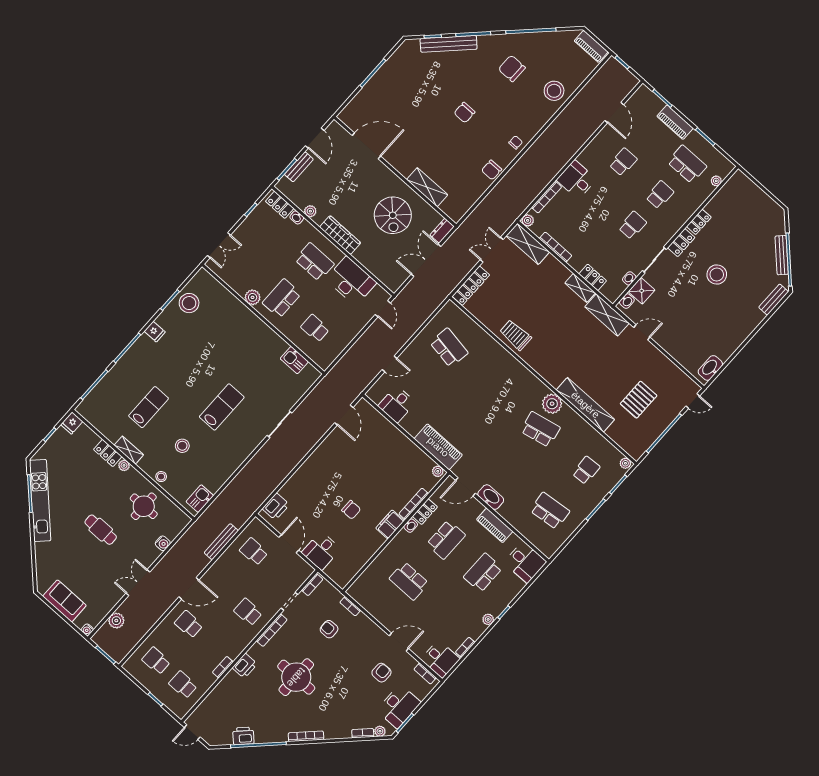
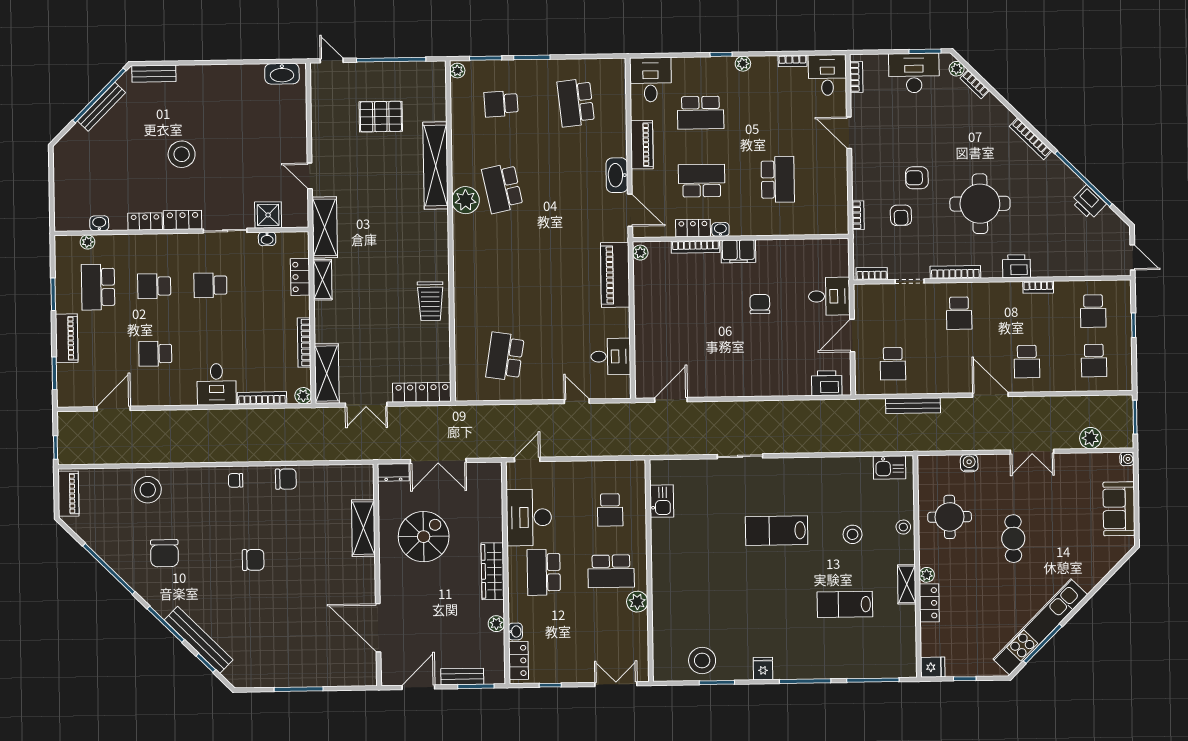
washbasin: (627, 301) -> (99, 223), moved
armchair: (381, 673) -> (917, 178), moved

